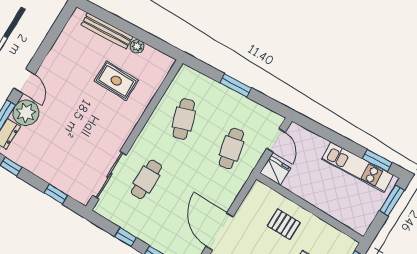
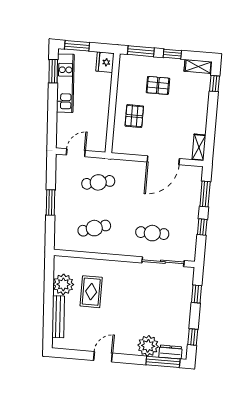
plant: (137, 46) -> (63, 284), width x1.88, depth x1.88
door: (24, 81) -> (103, 357), moved
fridge: (275, 171) -> (105, 62), moved

